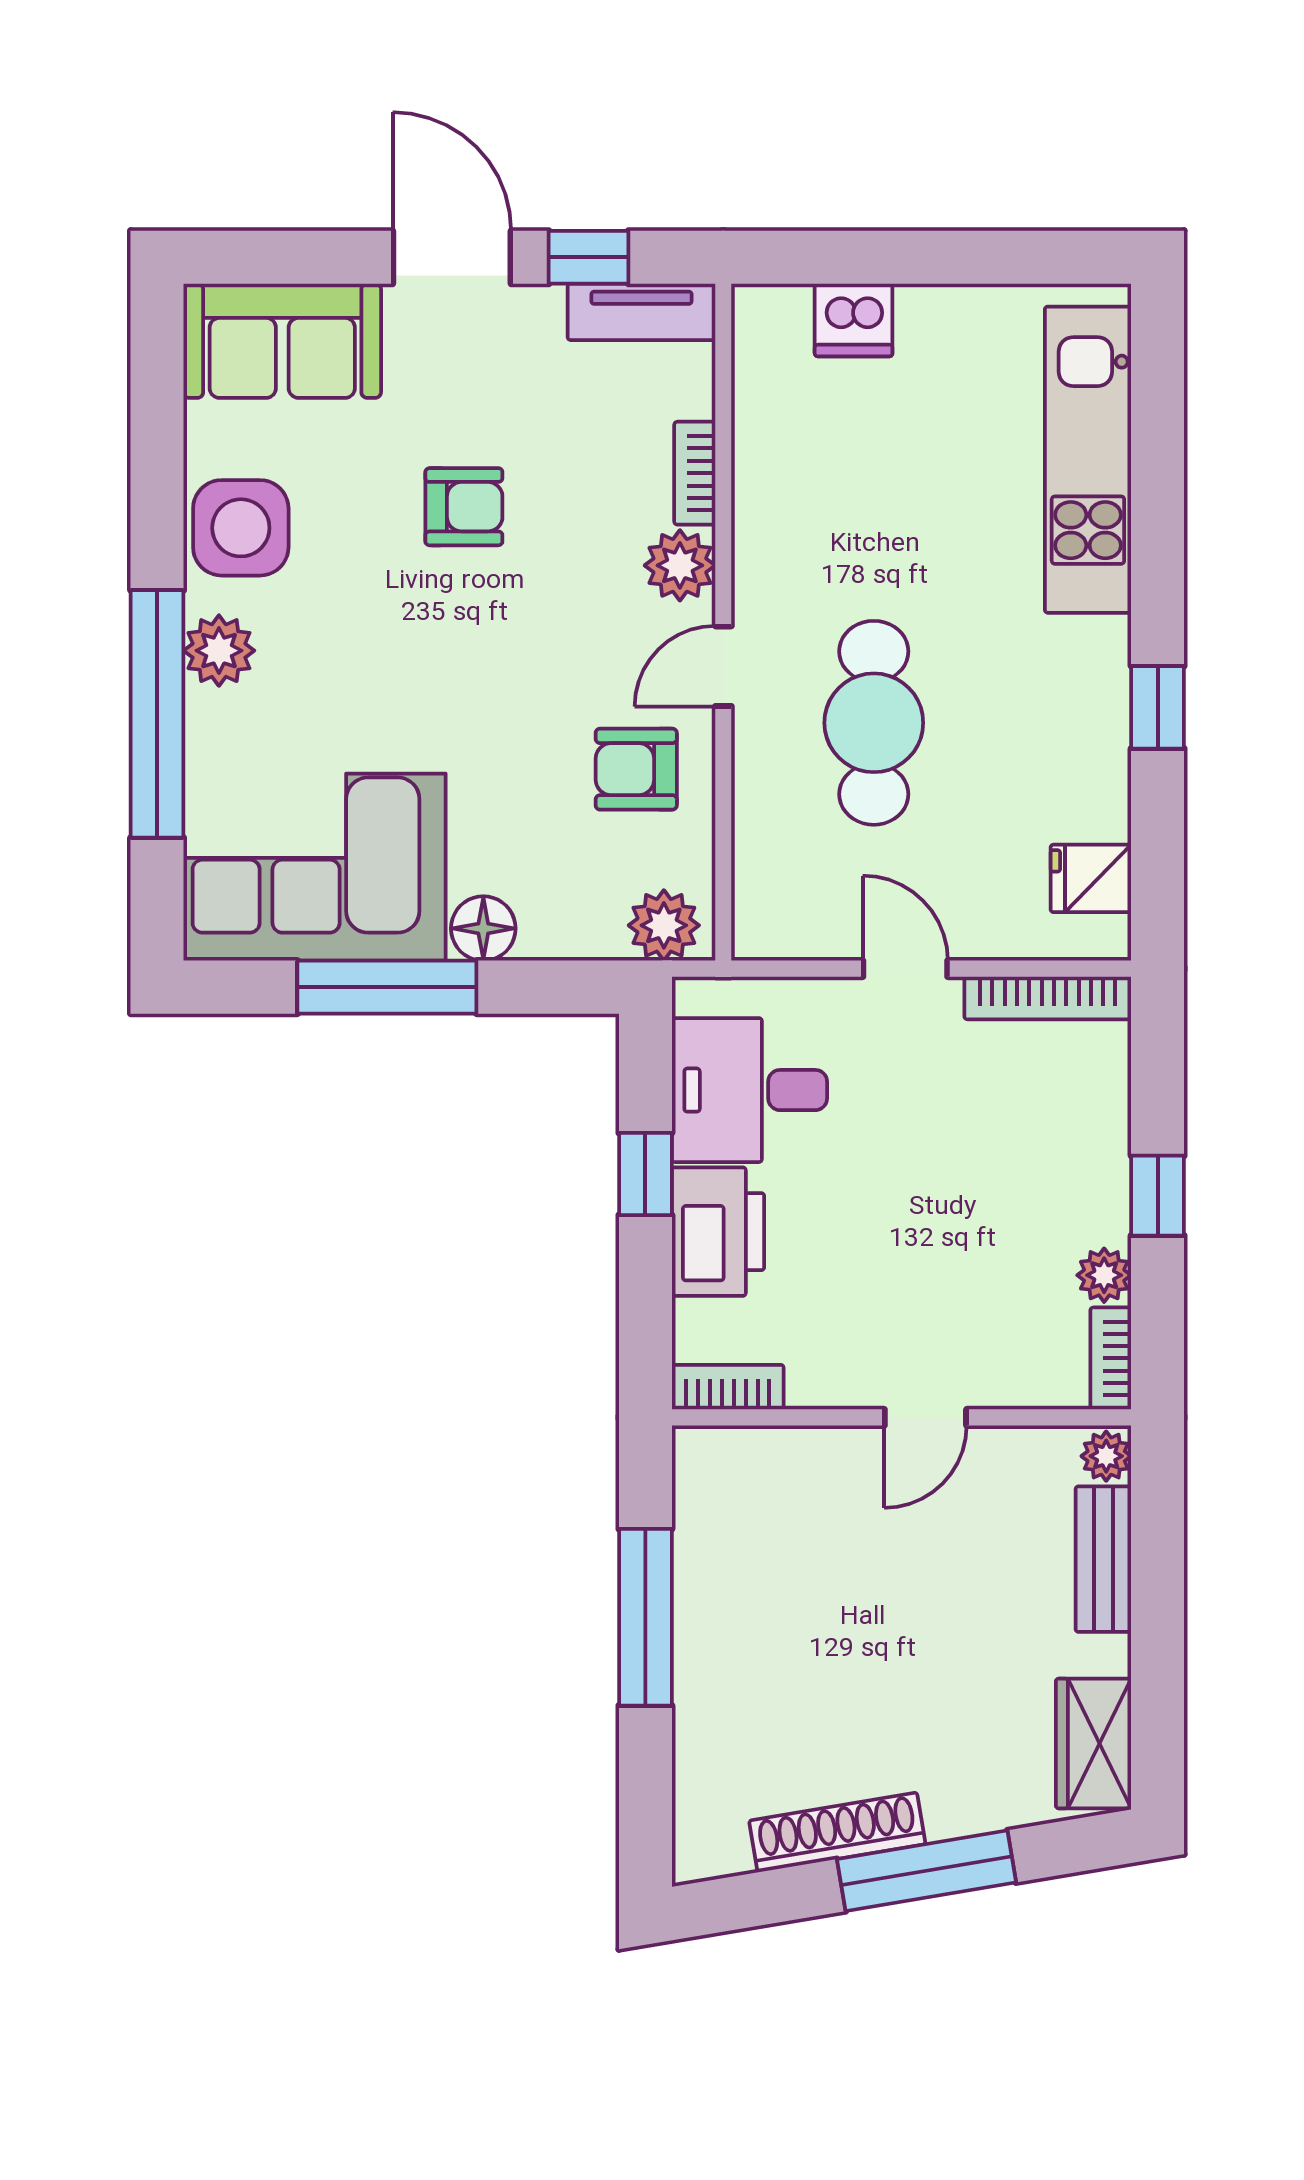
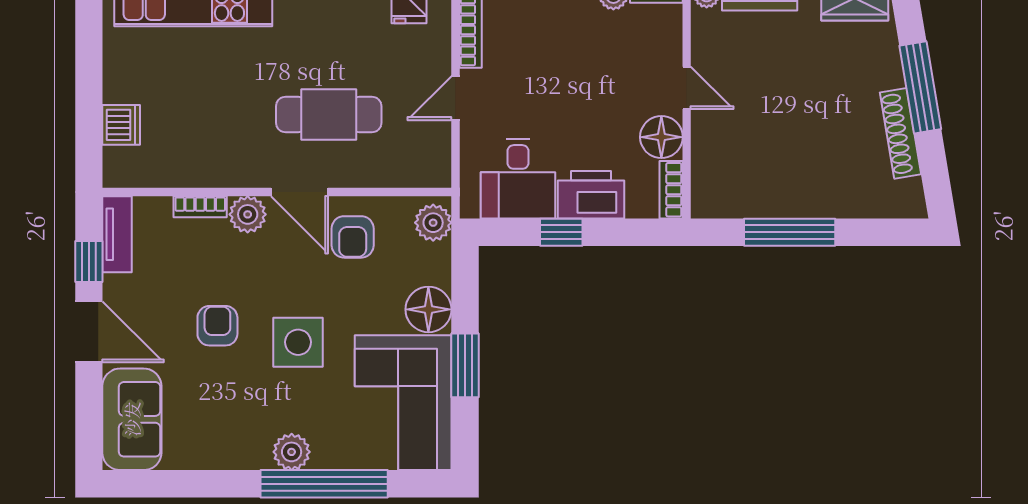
door: (452, 257) -> (89, 332), swing flipped
side table: (241, 528) -> (298, 342), moved
door: (723, 666) -> (300, 192), width x1.38
floor lamp: (483, 928) -> (428, 309), width x1.38, depth x1.38
window: (387, 987) -> (465, 365), width x0.69
floor lamp: (830, 1368) -> (661, 137), added

